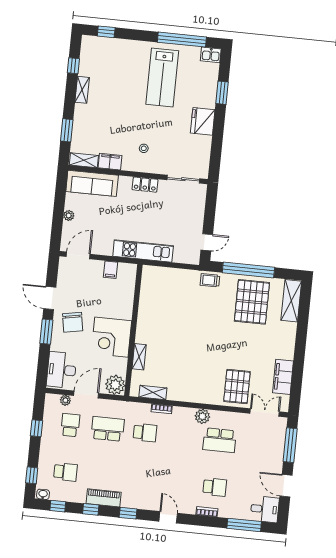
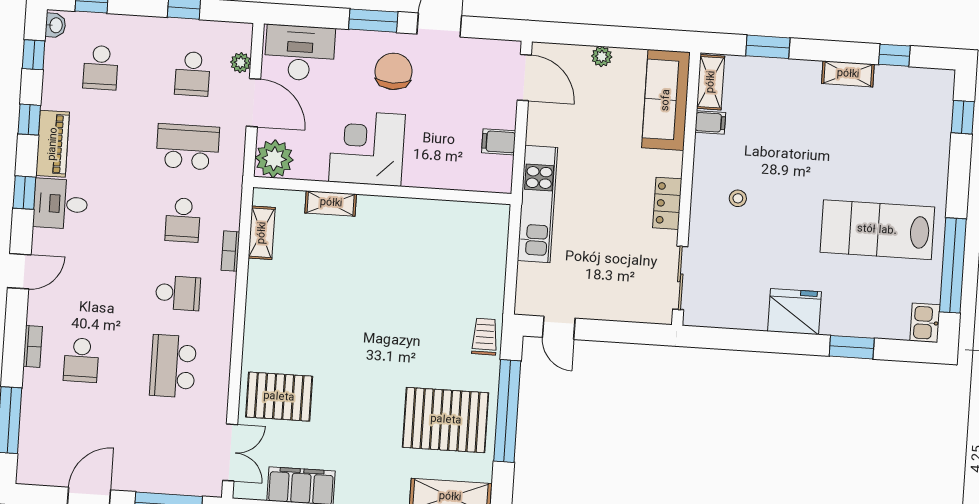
filing cabinet: (110, 162) -> (710, 122), width x0.50
chair: (73, 322) -> (394, 71), turned 100
plant: (202, 416) -> (218, 331), removed
school desk: (70, 425) -> (193, 74), turned 90
school desk: (108, 429) -> (188, 147), turned -90
school desk: (182, 436) -> (178, 293), added
desk: (265, 509) -> (60, 204), moved, turned 90

